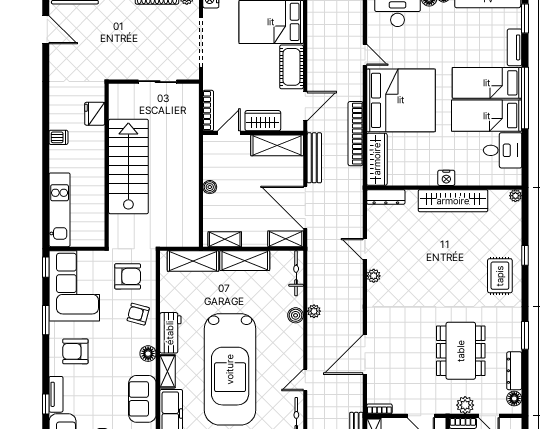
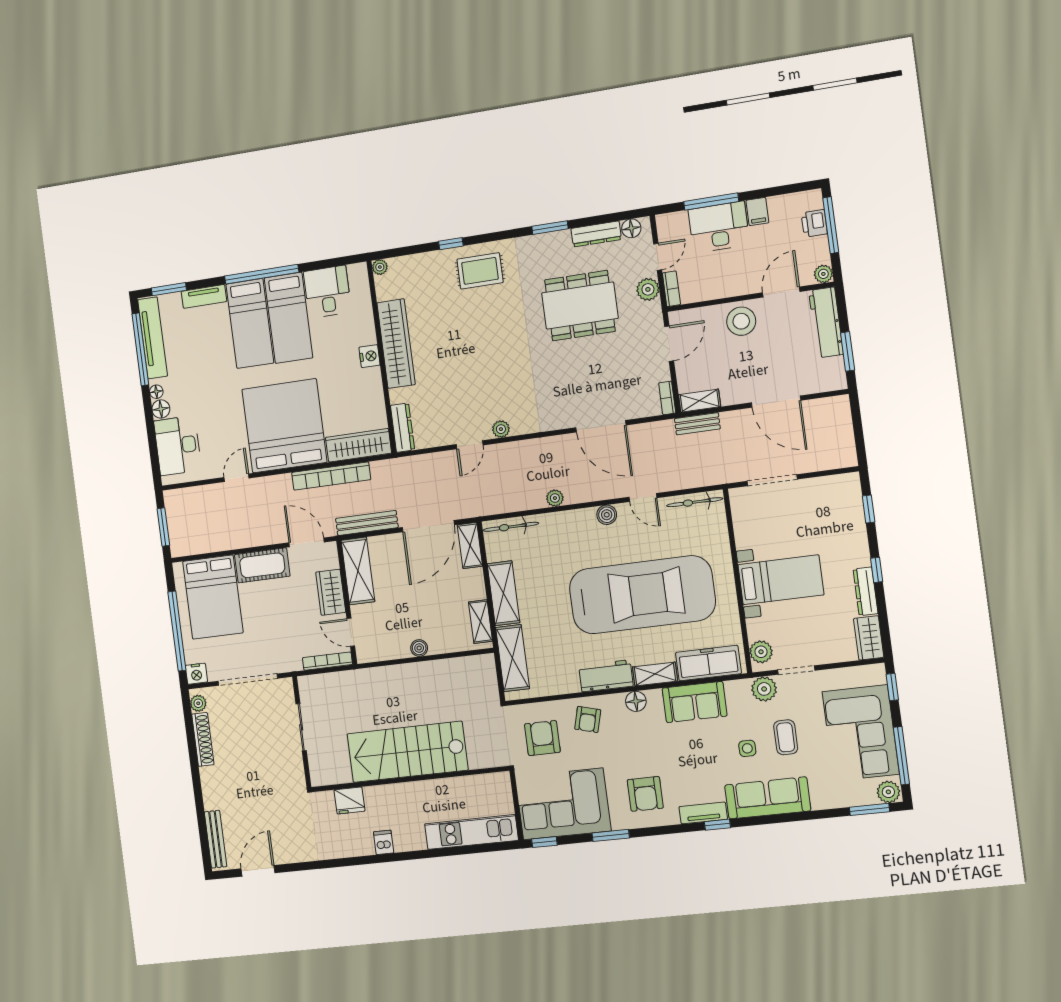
boiler: (296, 315) -> (607, 515), moved

